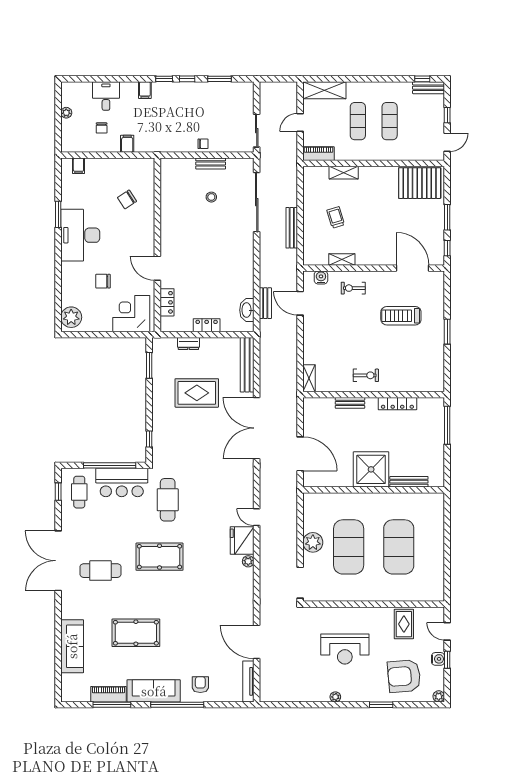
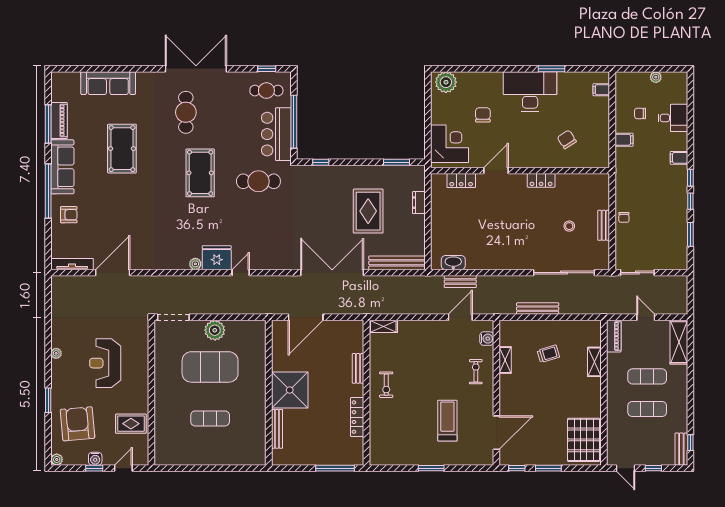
locker: (207, 325) -> (541, 180), moved, turned 90
exercise mat: (399, 547) -> (210, 418), width x0.50, depth x0.69

